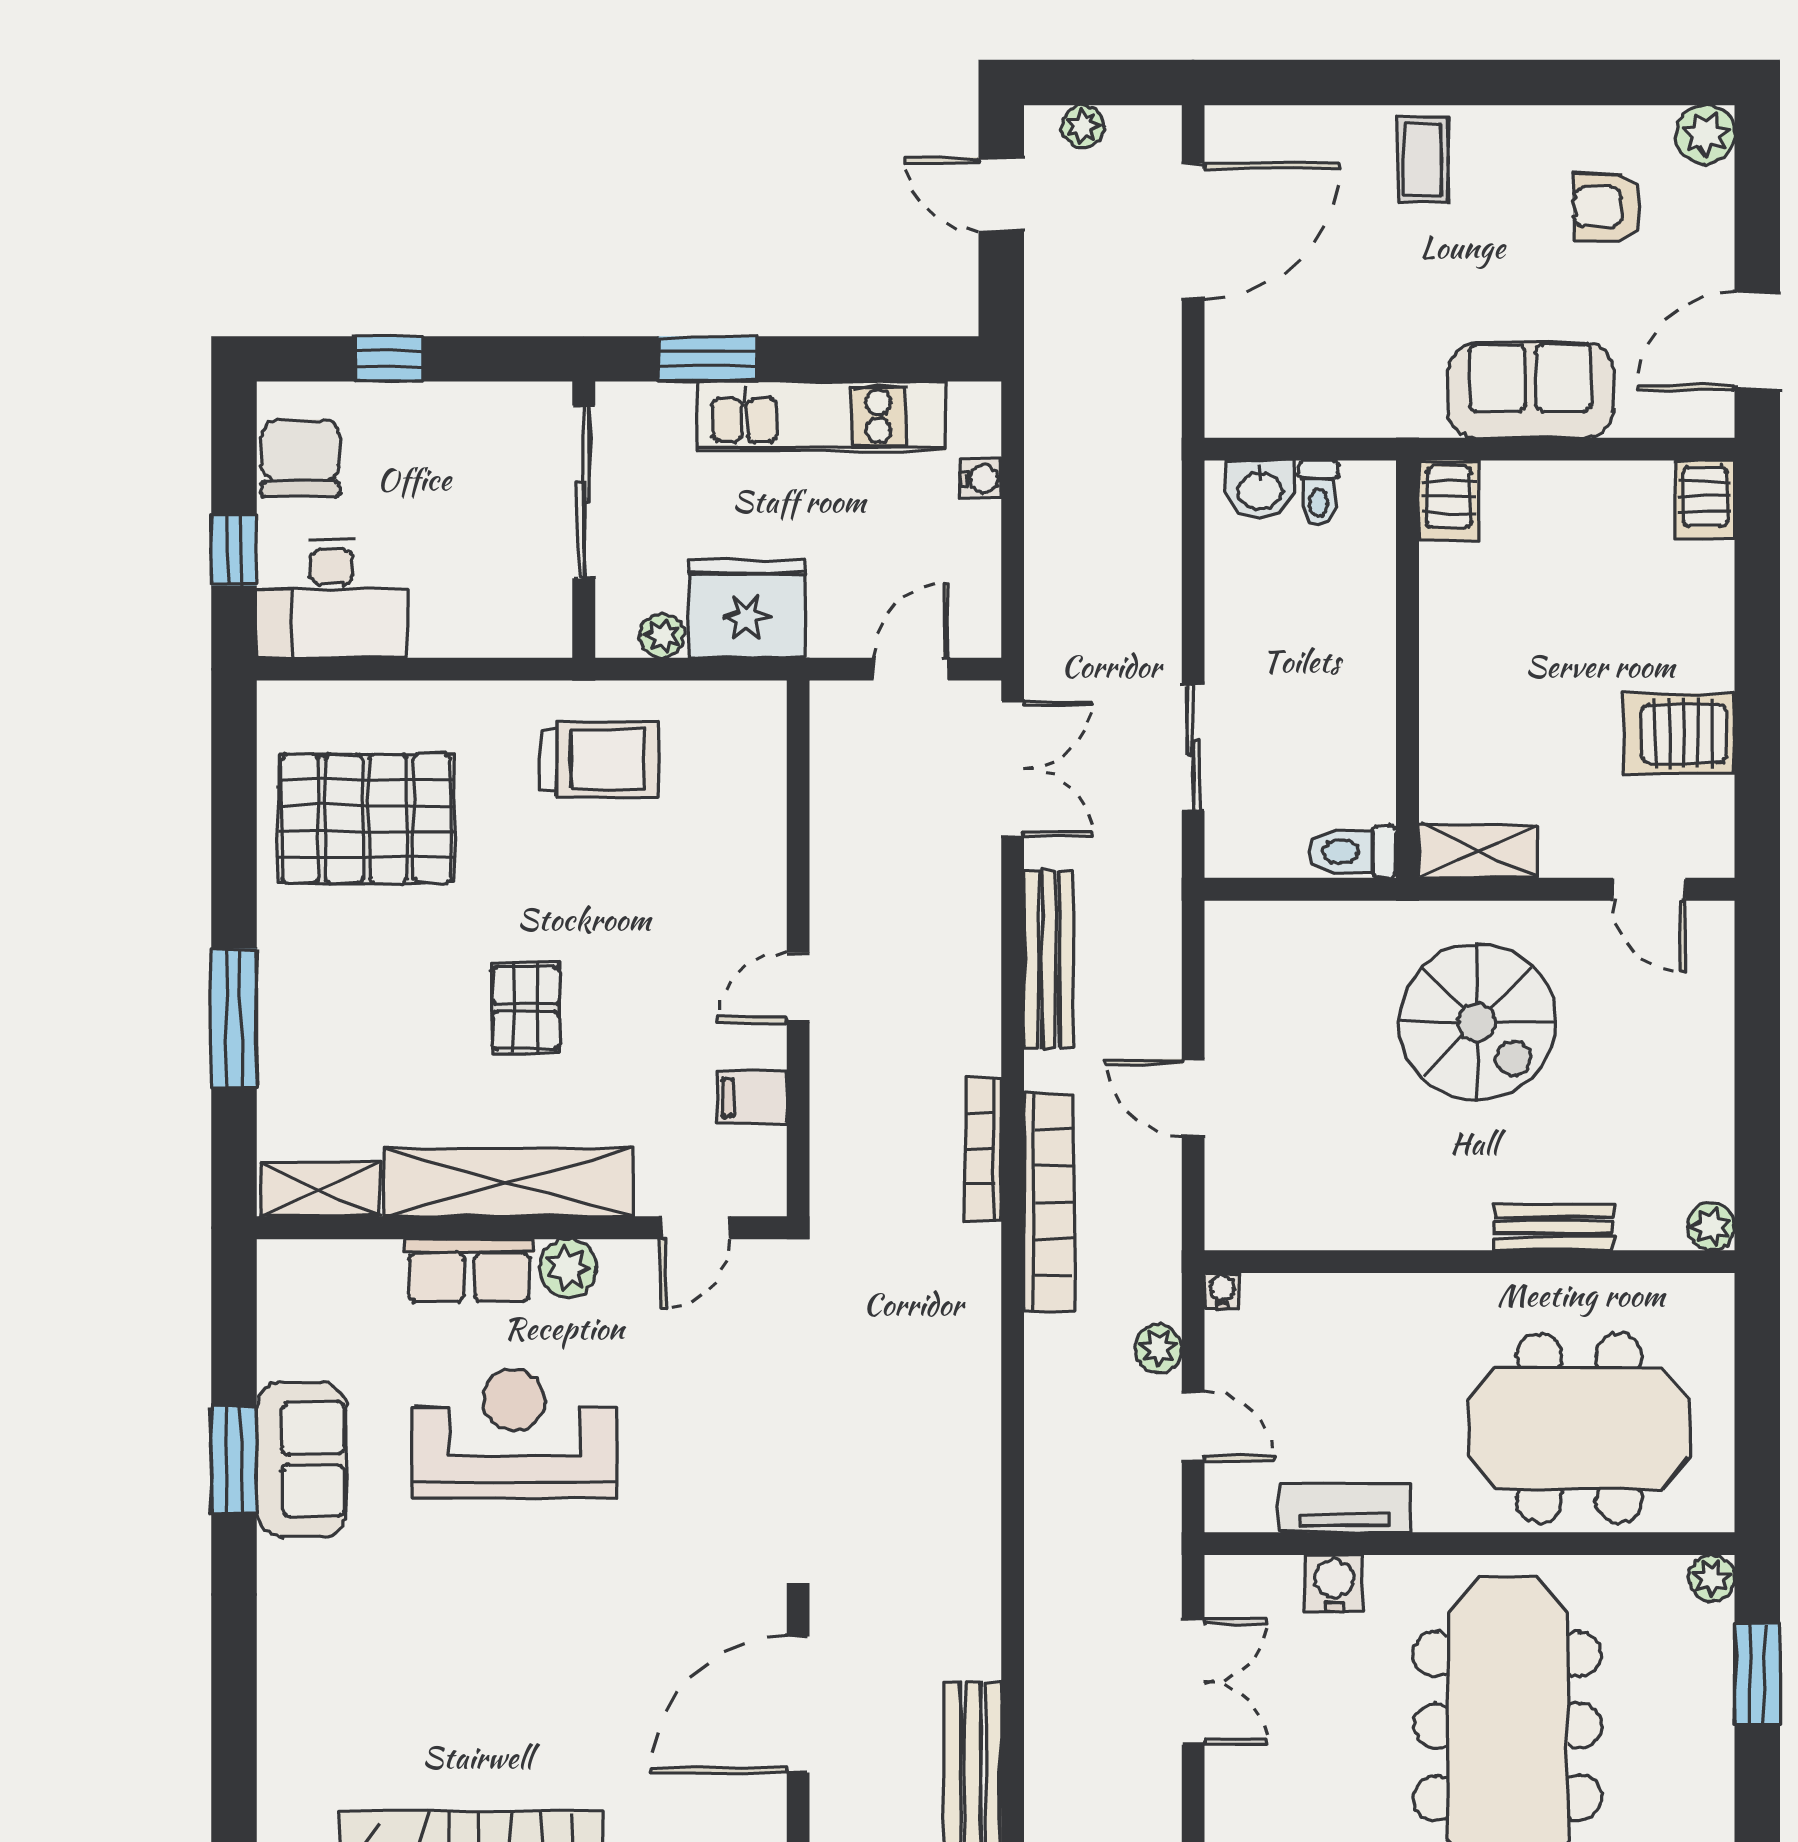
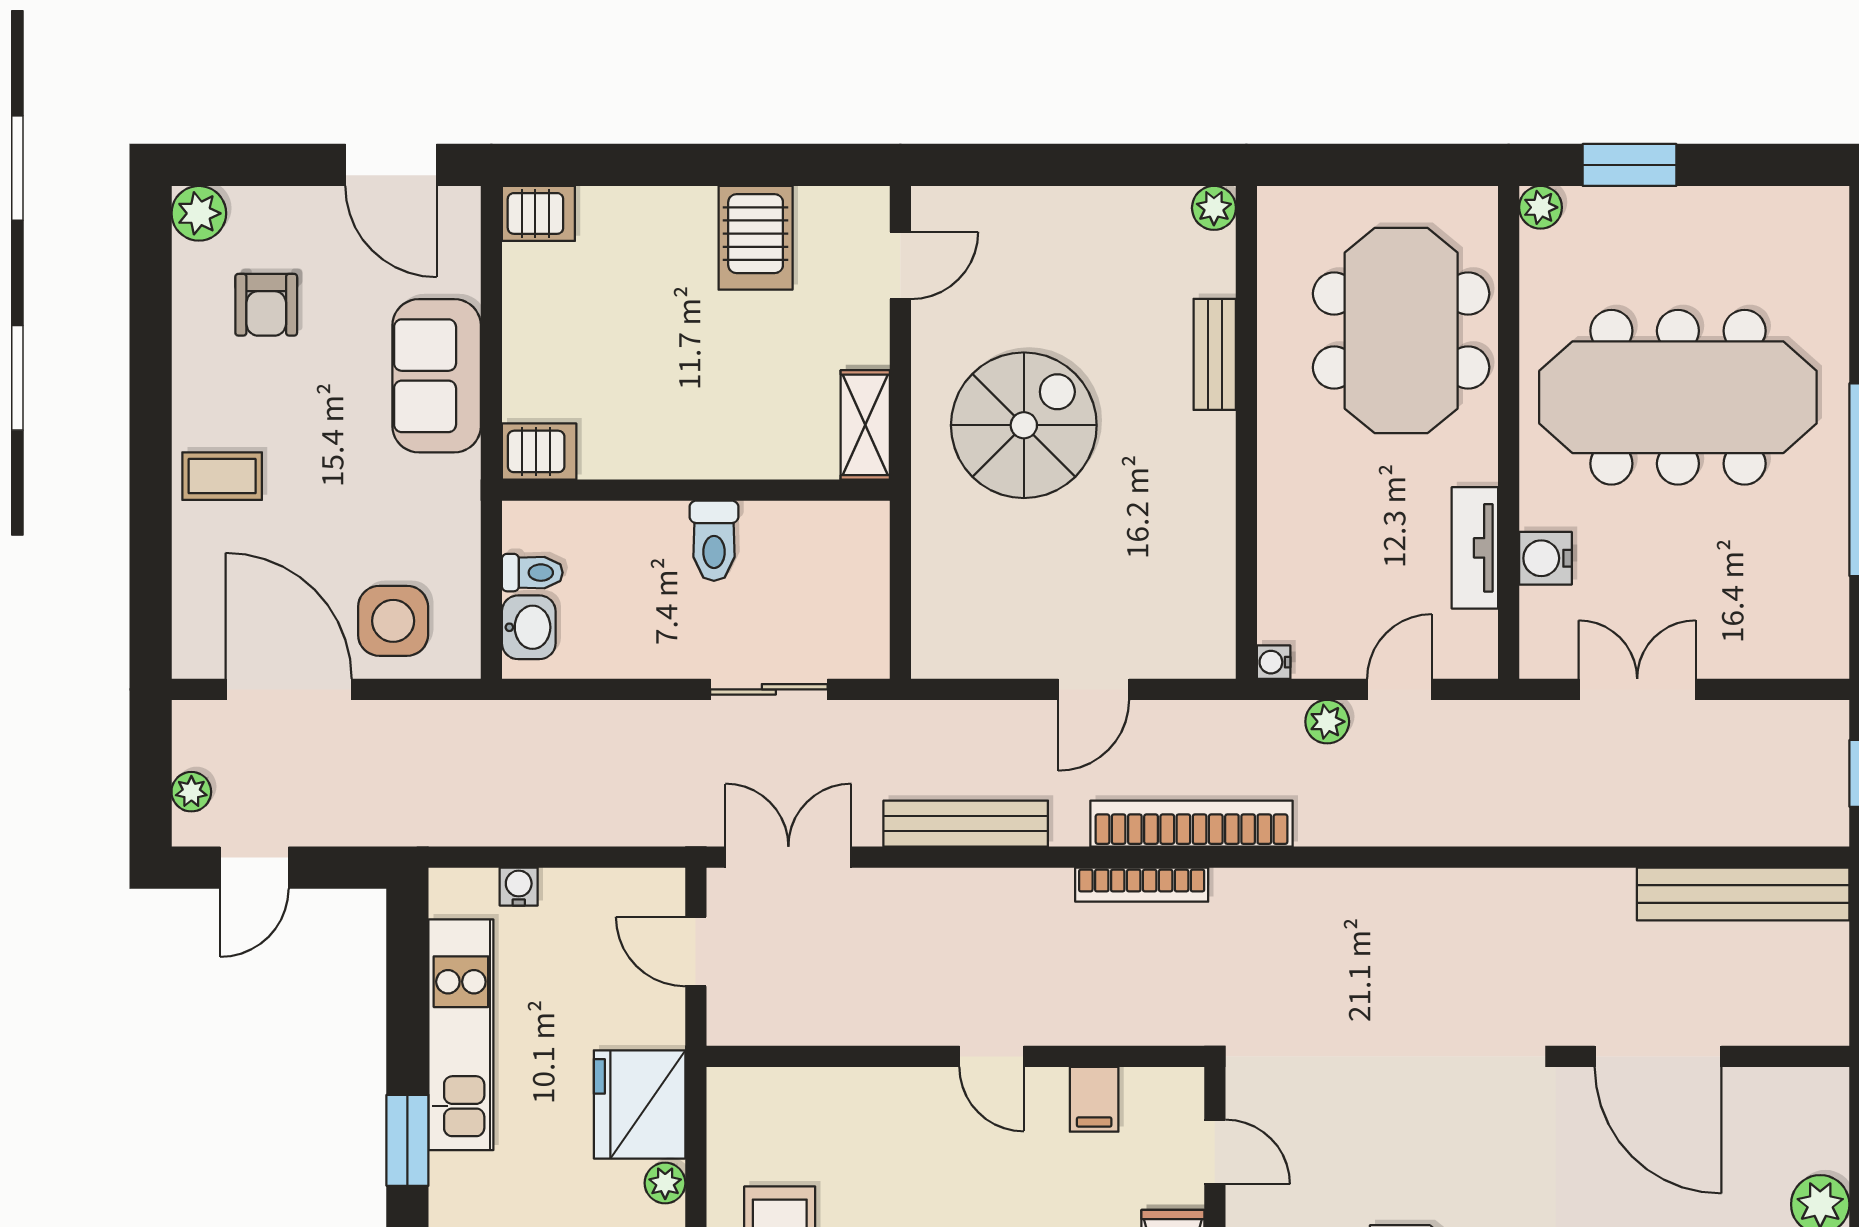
side table: (1267, 343) -> (393, 621), added
toilet: (1353, 852) -> (714, 541), moved

